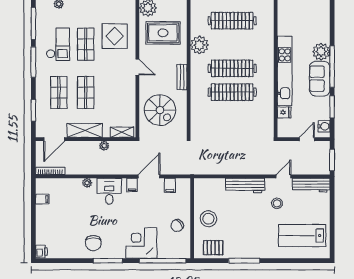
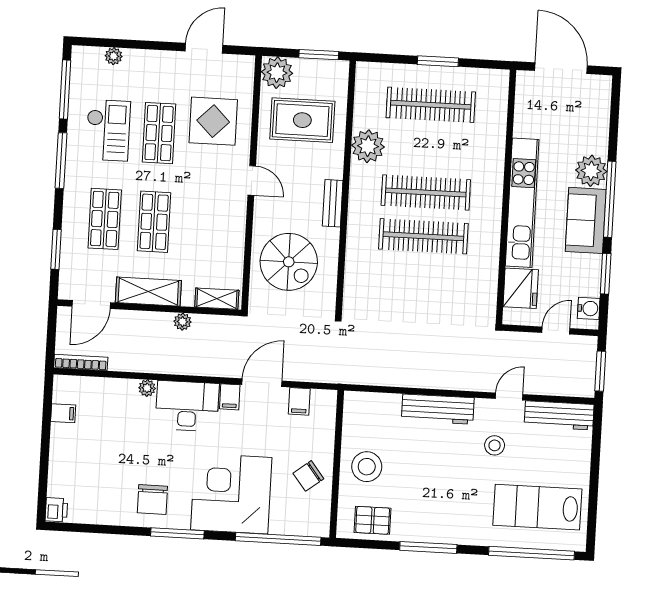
fridge: (284, 112) -> (521, 288), width x1.88, depth x1.34
desk: (109, 191) -> (187, 406), width x1.37
corner desk: (141, 243) -> (231, 494), width x1.36, depth x1.36
window: (300, 261) -> (531, 553), added

